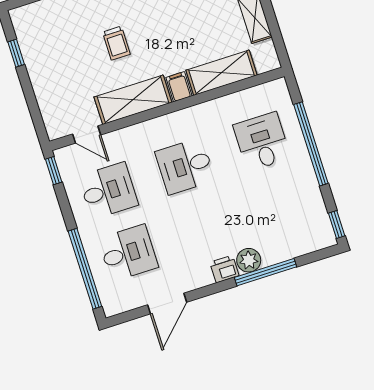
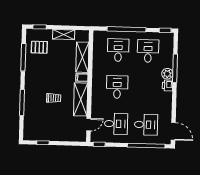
desk: (262, 142) -> (118, 50), turned 90
desk: (185, 166) -> (117, 87), turned 180
desk: (108, 191) -> (116, 124), turned 90
desk: (282, 204) -> (148, 51), added
desk: (128, 253) -> (146, 125), turned 90
door: (167, 303) -> (173, 131), moved

